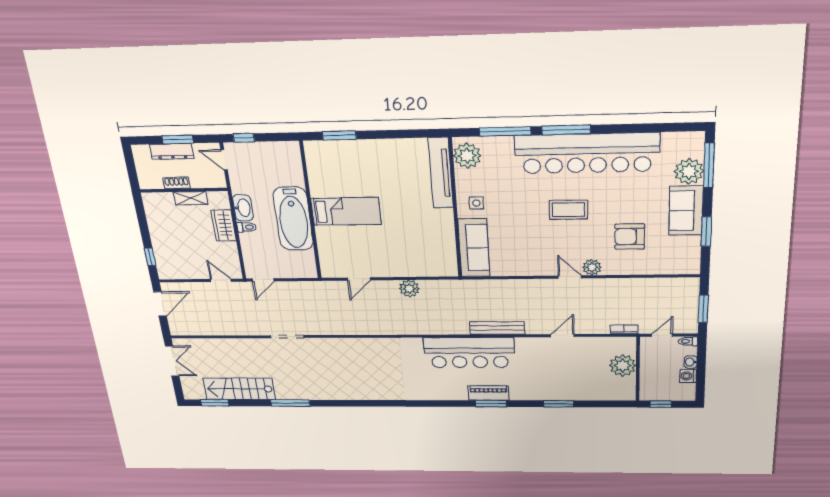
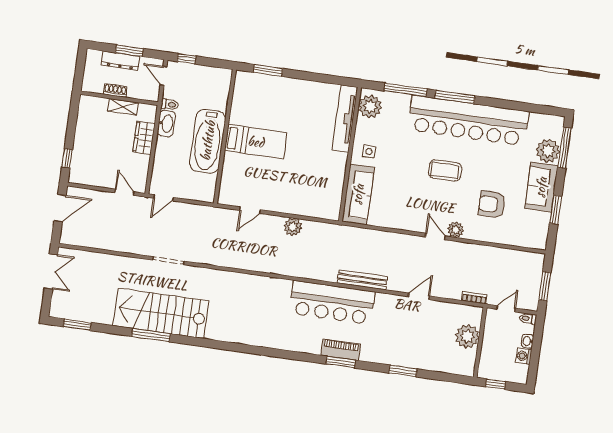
toilet: (247, 227) -> (170, 104), moved
stairs: (239, 389) -> (161, 313), moved, width x1.36, depth x1.51

